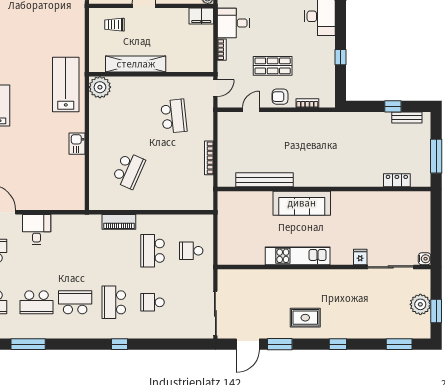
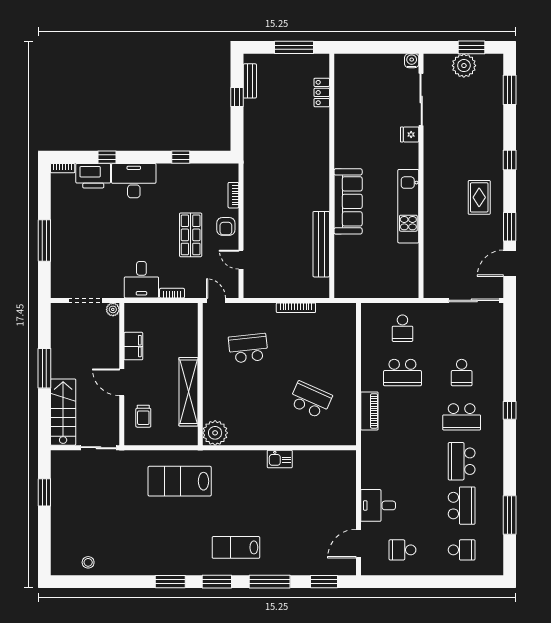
filing cabinet: (201, 16) -> (133, 346), moved
lab bench: (66, 85) -> (180, 481), moved
door: (248, 344) -> (510, 263), swing flipped

